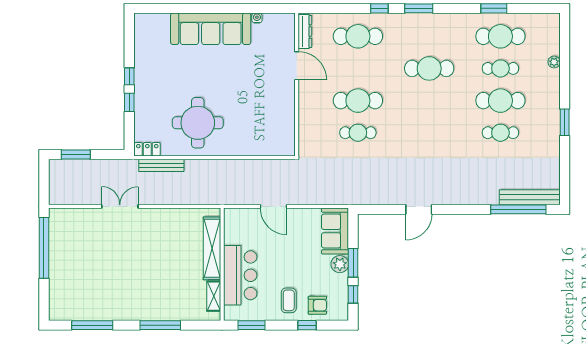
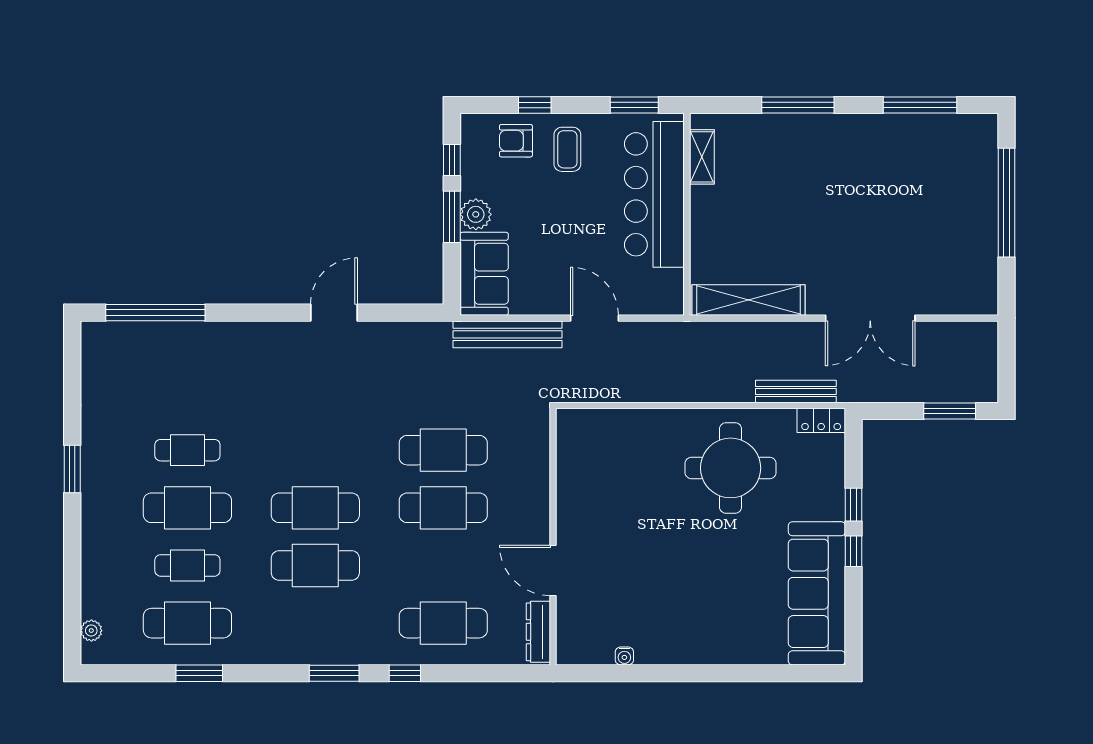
sofa: (211, 29) -> (817, 593), moved, turned -90
plant: (554, 62) -> (91, 631), moved
cafe table: (429, 101) -> (315, 508), added
cafe table: (358, 133) -> (443, 450), width x1.37, depth x1.35
bench: (530, 197) -> (508, 334), moved
double door: (120, 206) -> (870, 318), width x1.37
window: (44, 248) -> (1006, 203), moved
shelving: (212, 248) -> (748, 300), moved, turned 90
bar counter: (240, 275) -> (654, 194), width x1.36

